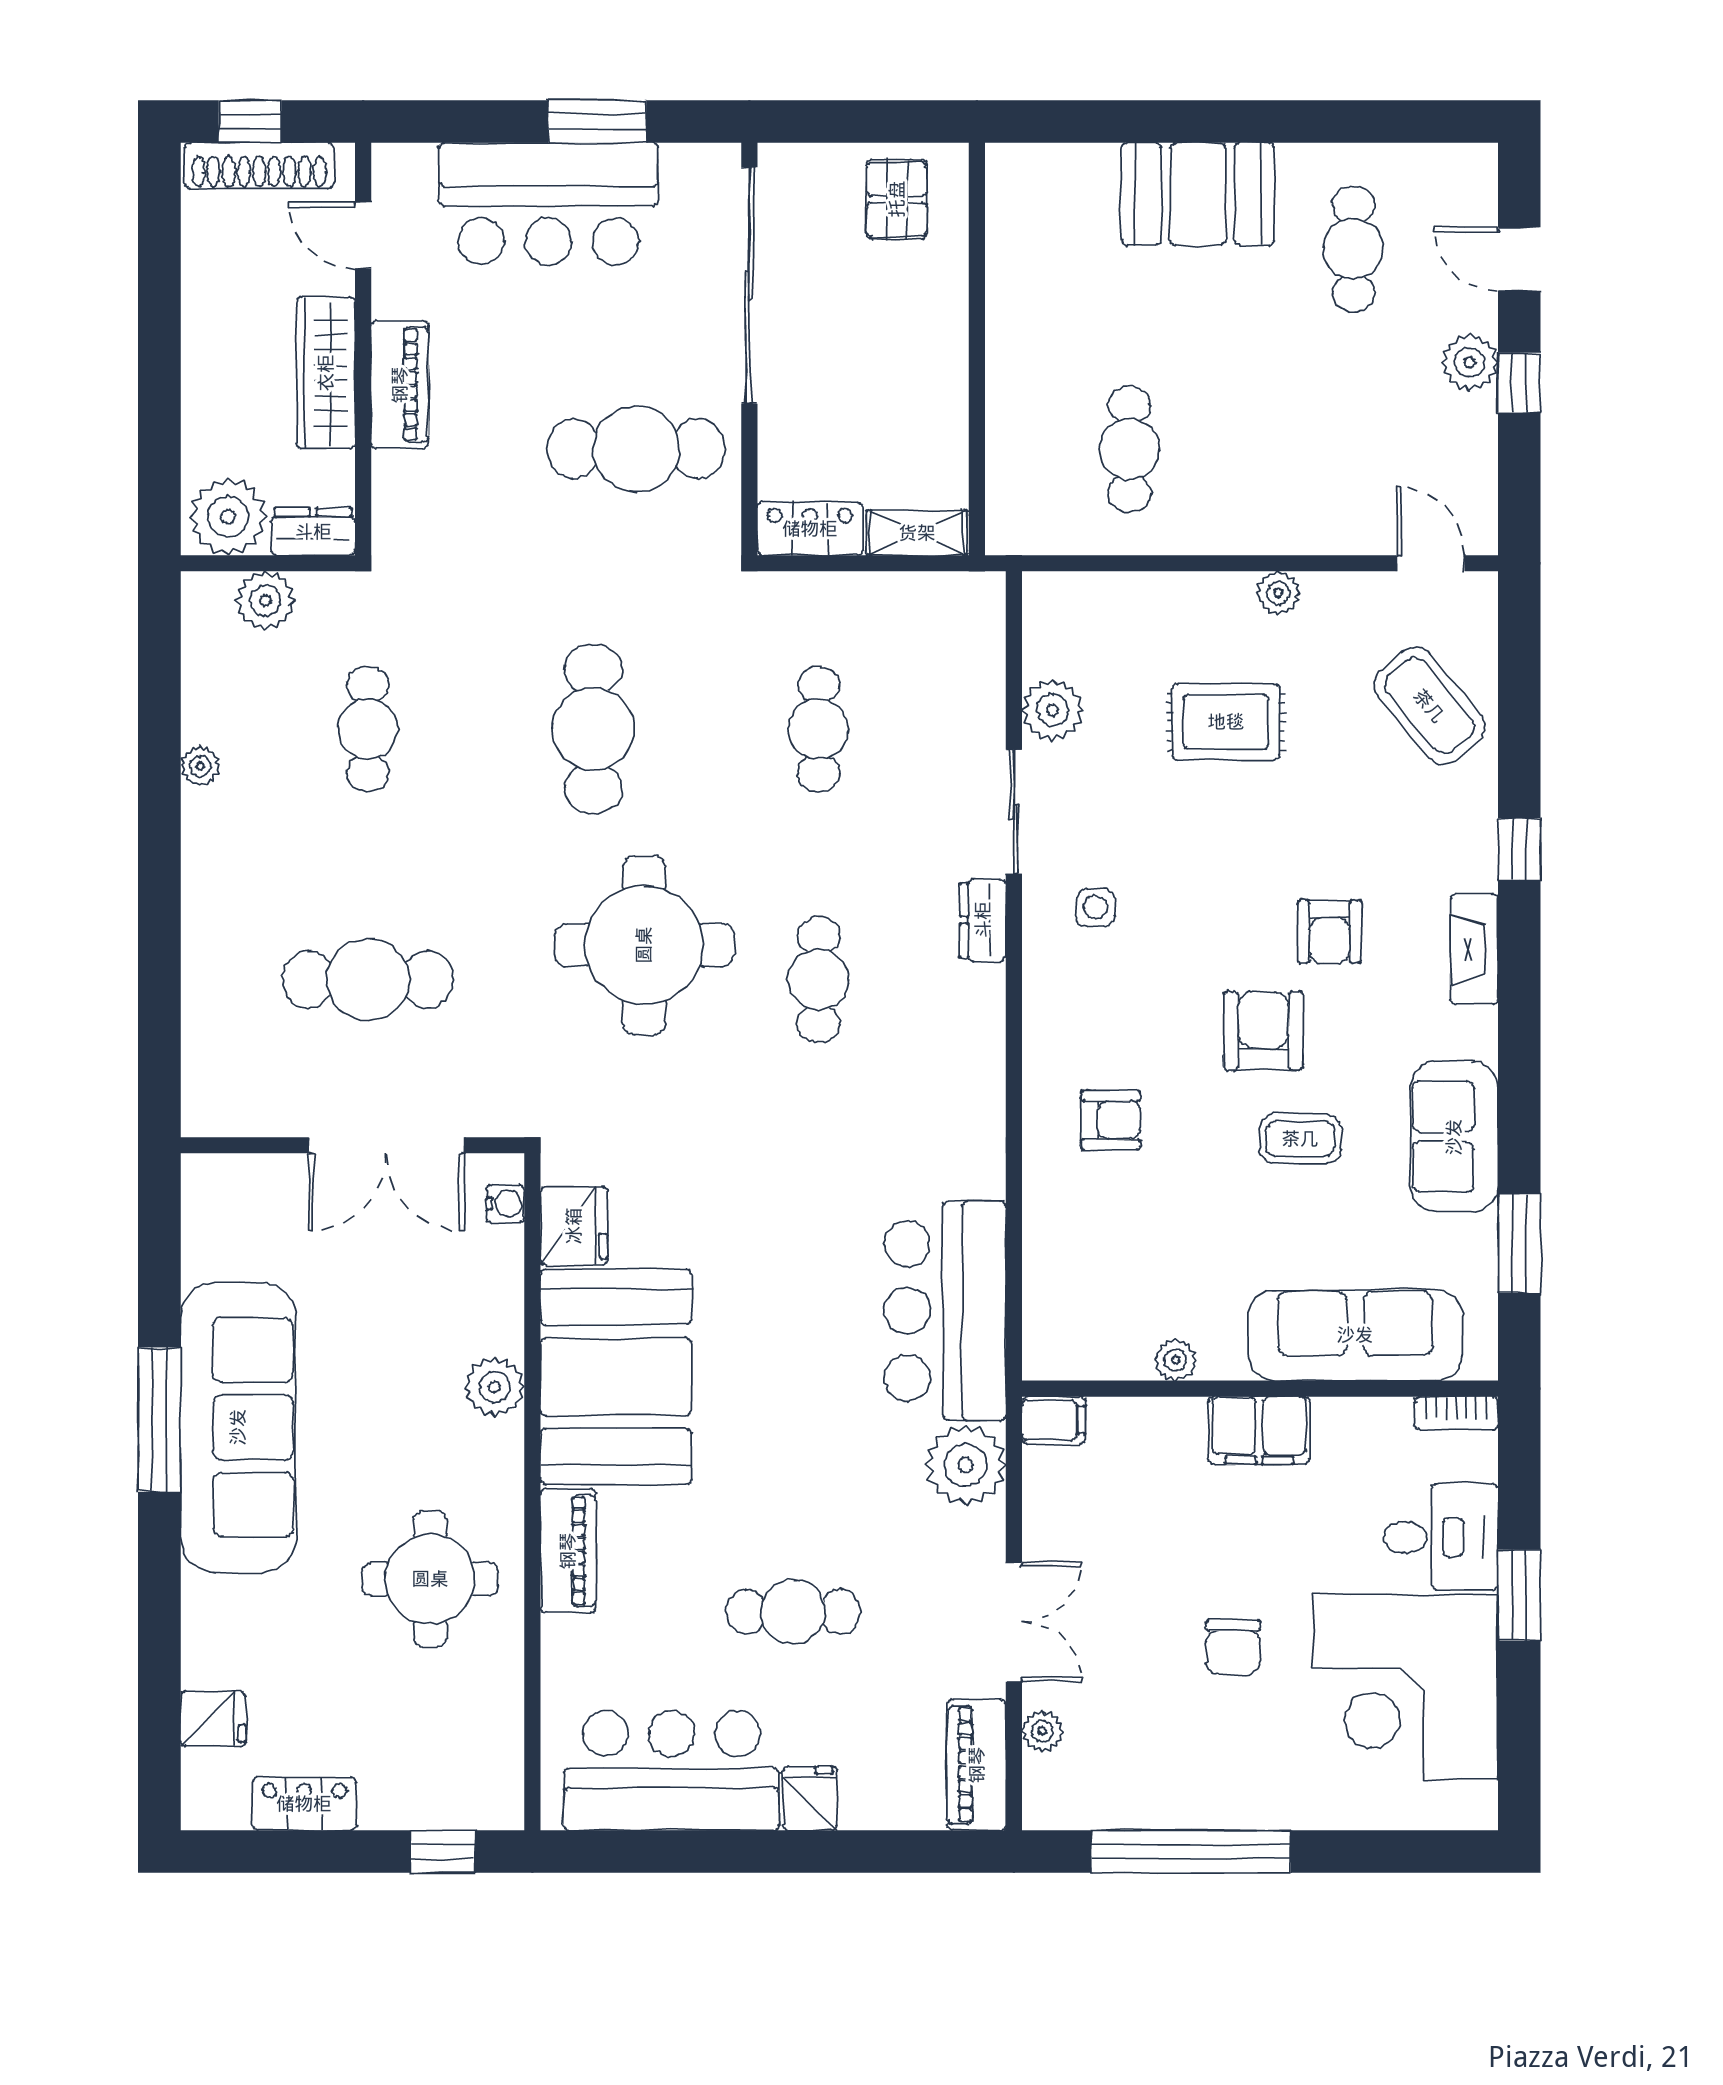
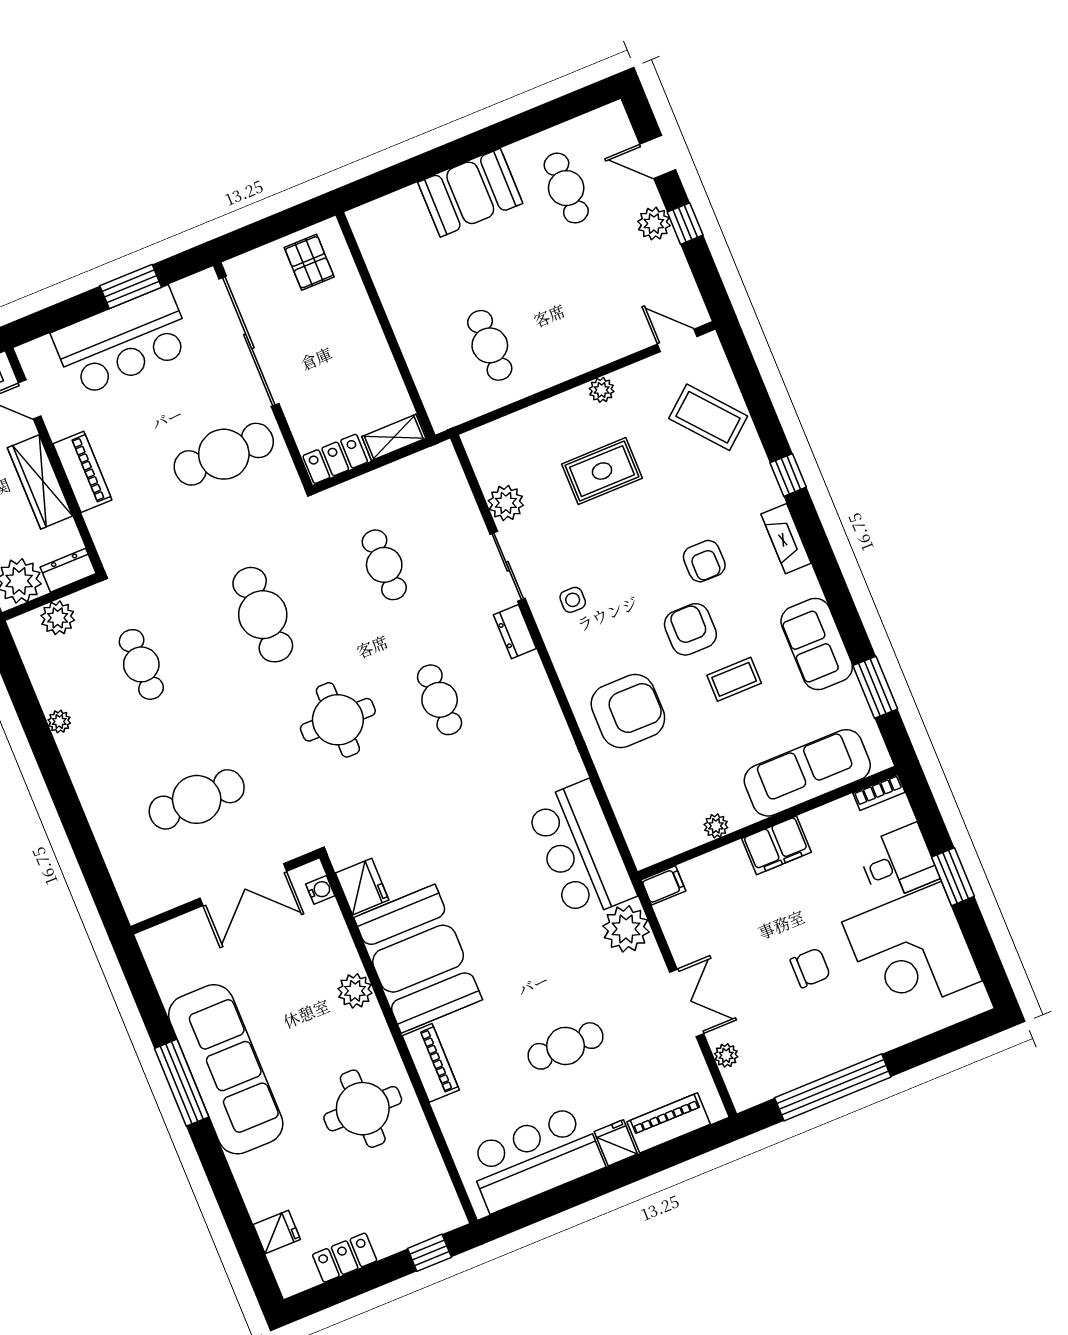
round table: (644, 945) -> (338, 720), width x0.73, depth x0.73
armchair: (1111, 1120) -> (628, 711), width x1.88, depth x1.88
chair: (1233, 1647) -> (810, 968), turned -90
piano: (977, 1765) -> (669, 1123), moved, turned 90

